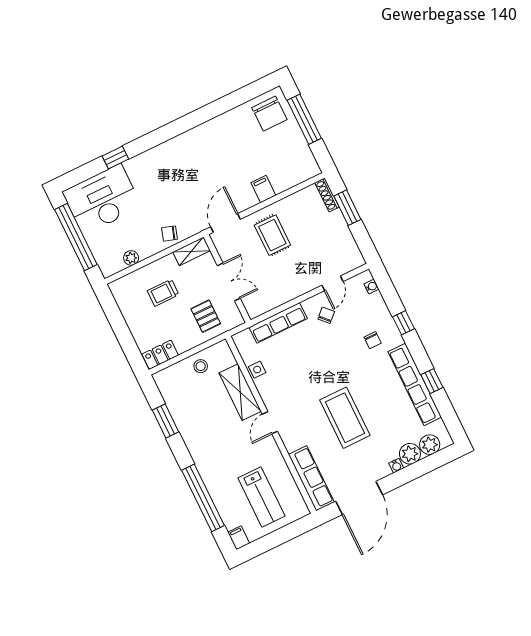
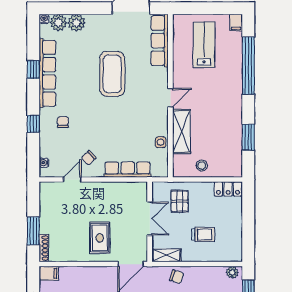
filing cabinet: (263, 189) -> (49, 273), moved, turned -90
plant: (131, 258) -> (232, 272), moved
double door: (229, 282) -> (150, 219), swing flipped
water cooler: (396, 466) -> (44, 19), moved

